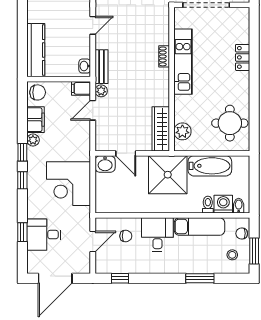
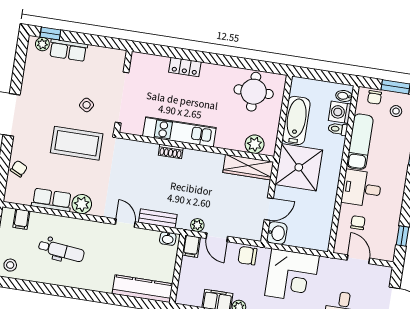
bench: (102, 67) -> (158, 219), moved
chair: (38, 92) -> (247, 256), moved, turned -90

